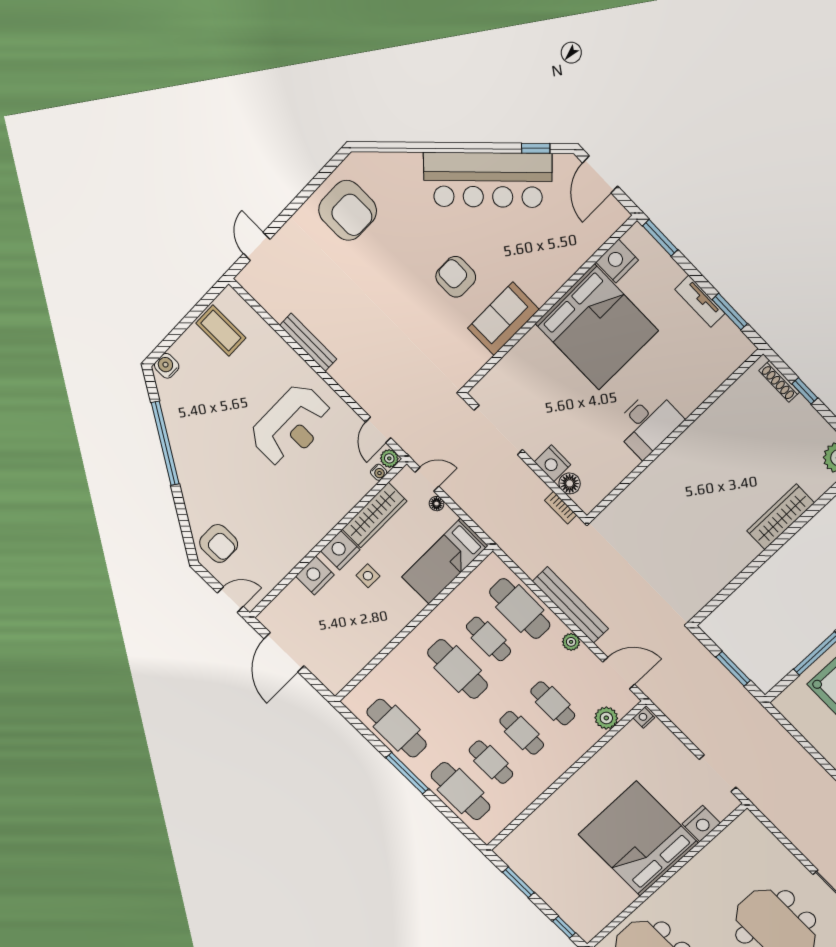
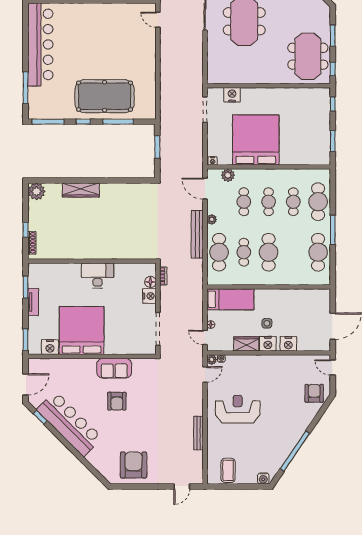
wardrobe: (374, 515) -> (246, 344), width x0.67
bed: (638, 839) -> (256, 140), moved, turned 180

